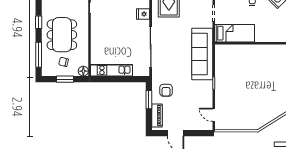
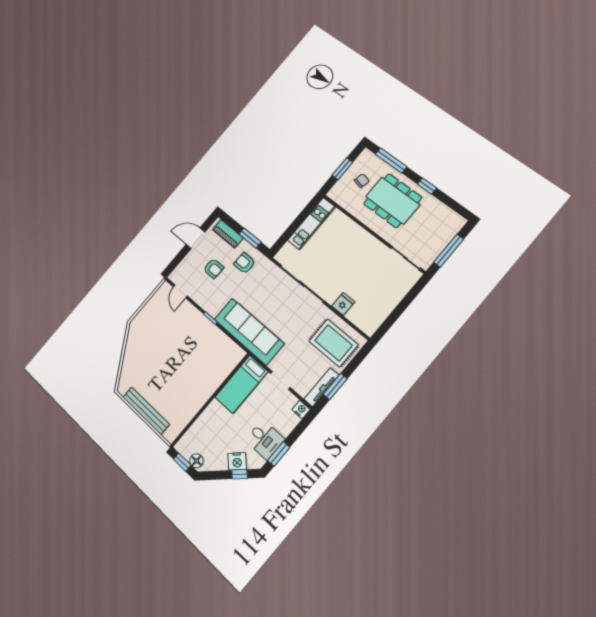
floor lamp: (83, 71) -> (335, 194), removed
armchair: (184, 106) -> (213, 268), added
door: (214, 115) -> (180, 291), swing flipped

